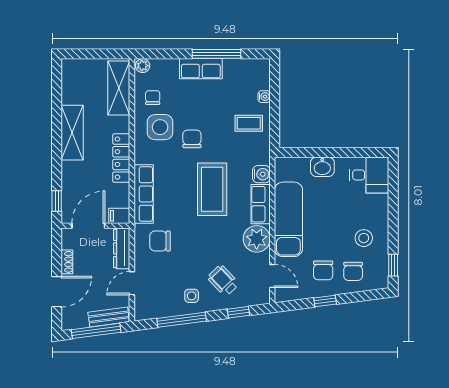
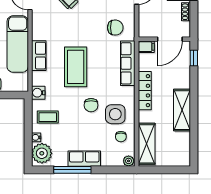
water cooler: (261, 174) -> (38, 93), moved
plant: (257, 239) -> (42, 153), moved
dresser: (122, 248) -> (144, 22), removed

